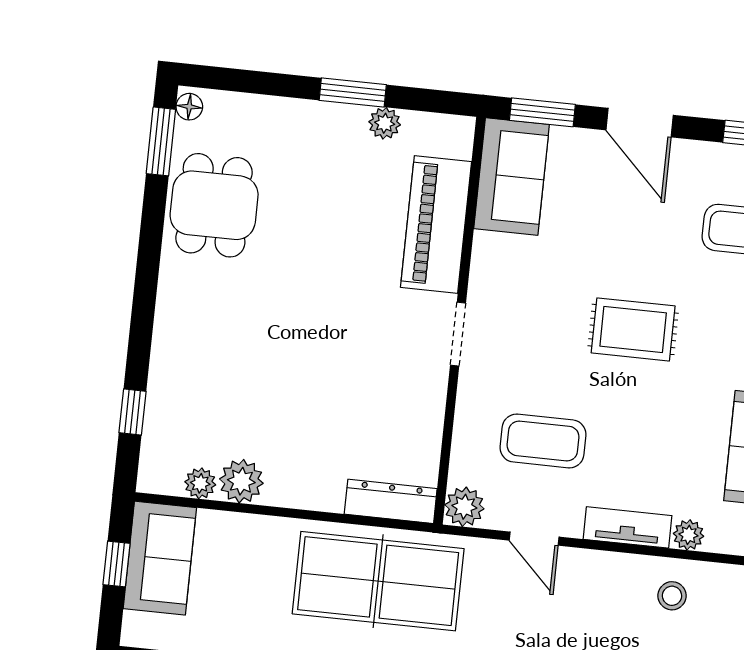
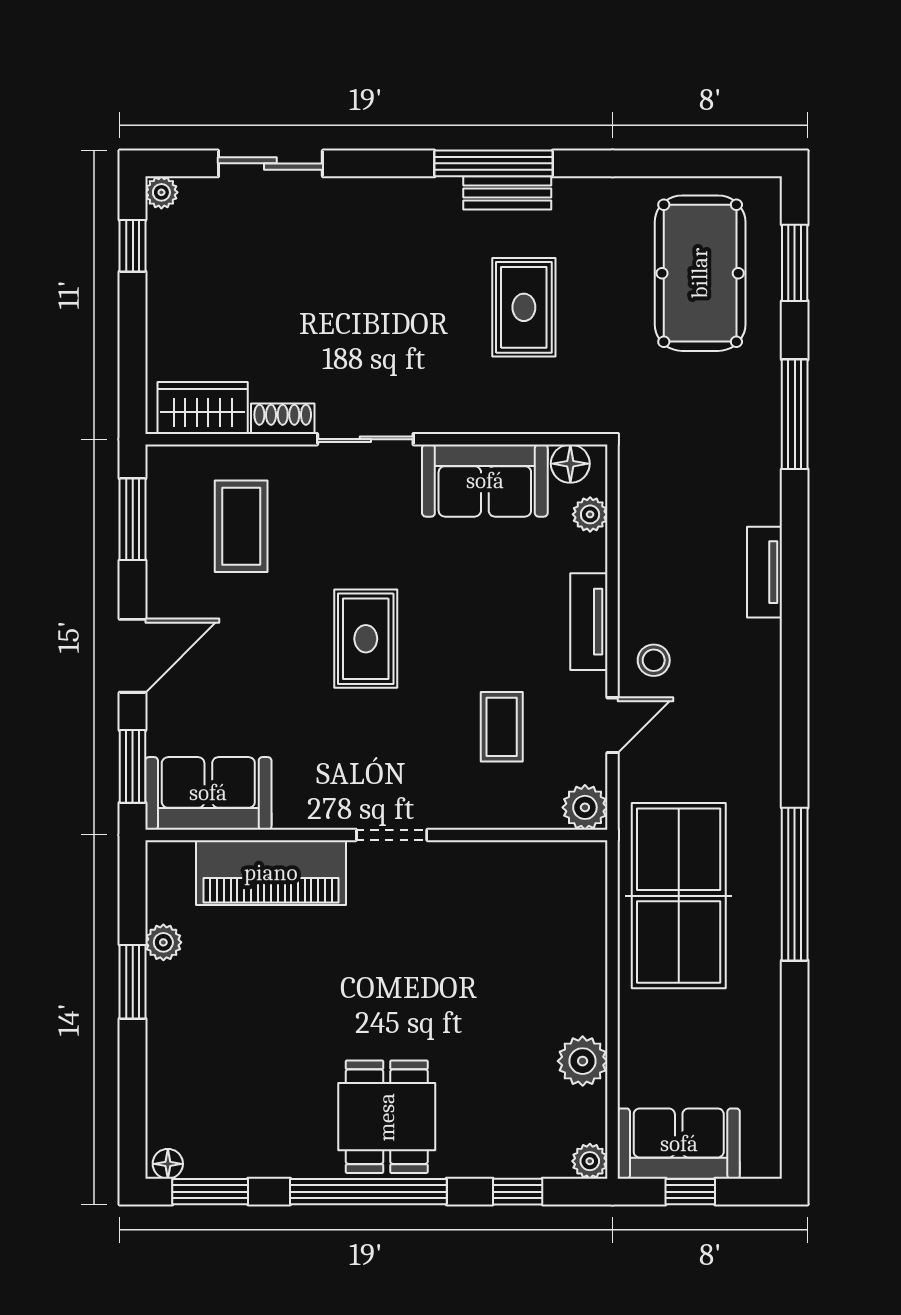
dining table: (214, 205) -> (387, 1117), moved, turned 90
window: (146, 281) -> (368, 1192), added
coffee table: (543, 441) -> (502, 727), width x0.73, depth x0.77
plant: (200, 483) -> (590, 1161), moved
dresser: (391, 501) -> (588, 891), removed
plant: (688, 535) -> (590, 514), moved
stool: (672, 596) -> (654, 660), moved

